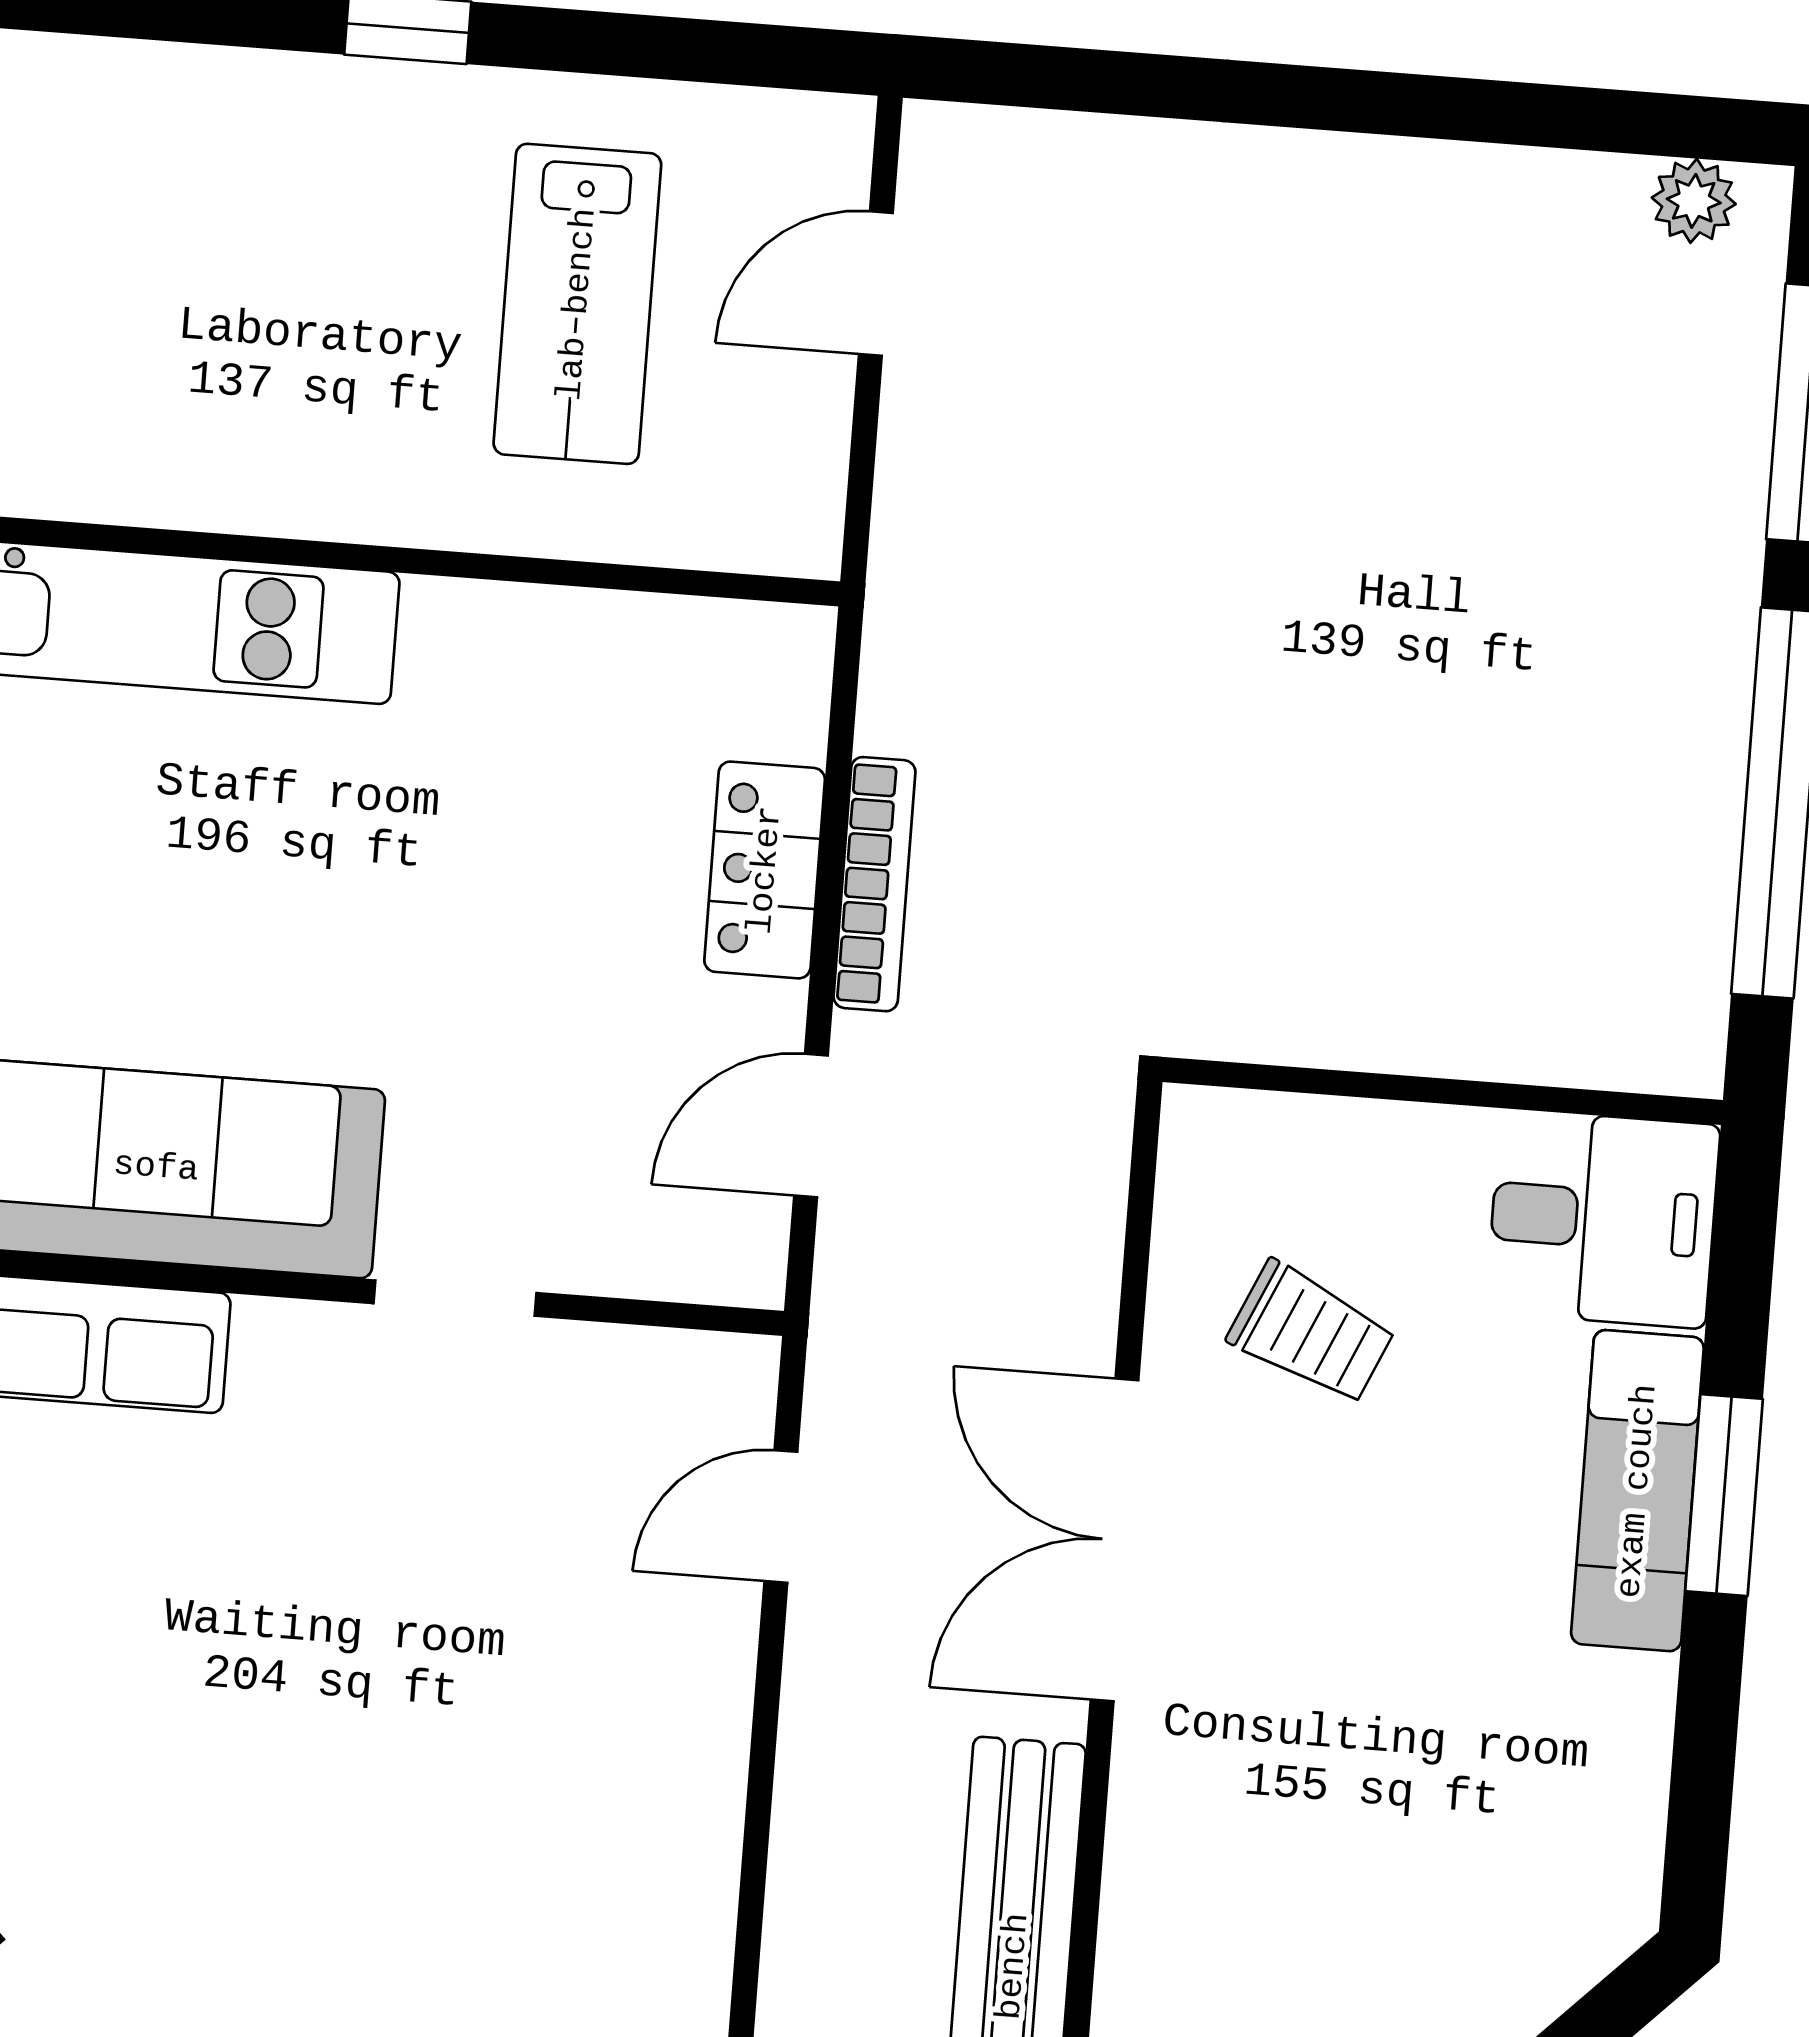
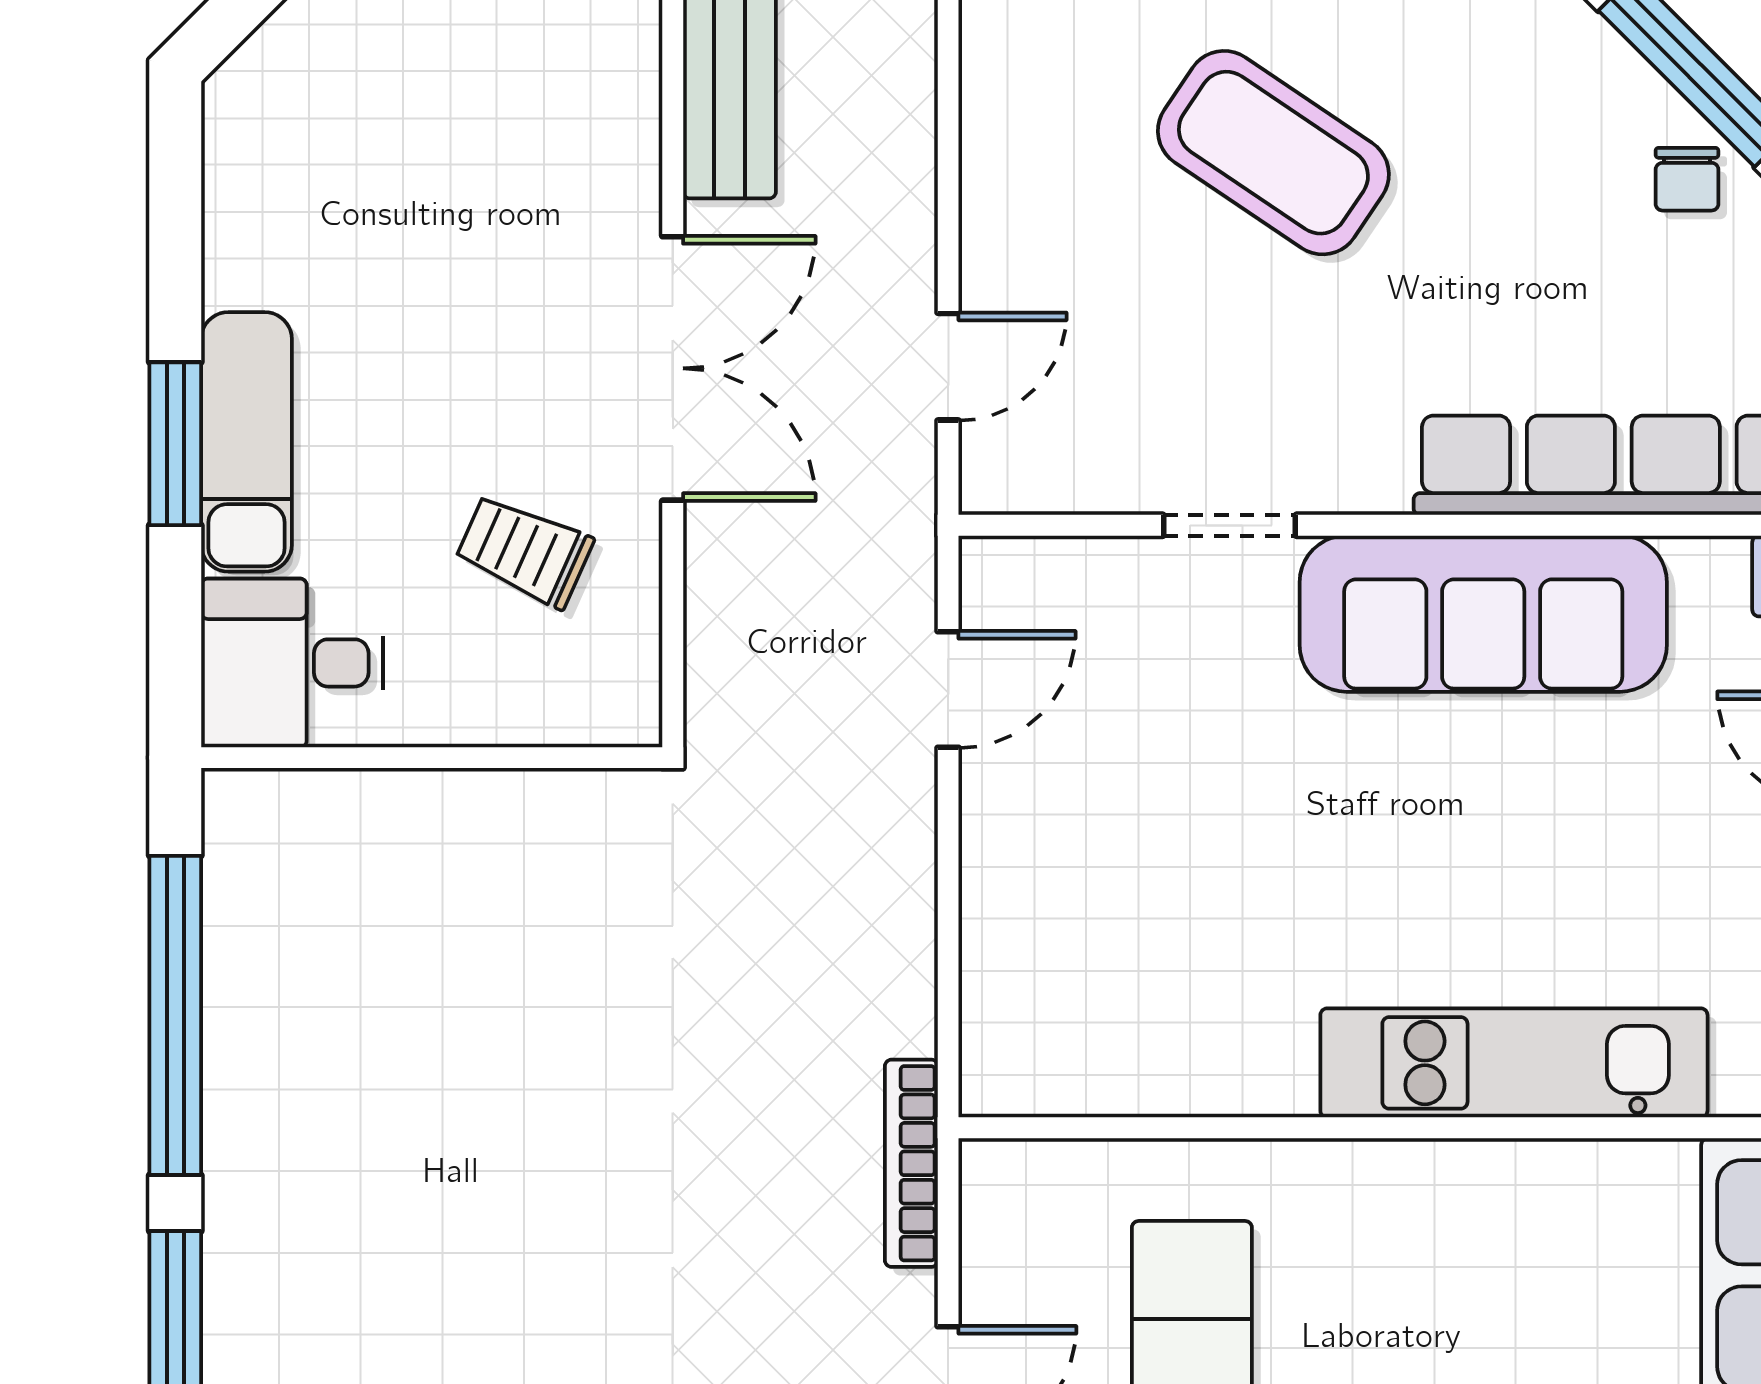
locker: (765, 870) -> (1002, 896), removed
bookcase: (874, 884) -> (911, 1163), moved
coffee table: (367, 1745) -> (1273, 153), added

